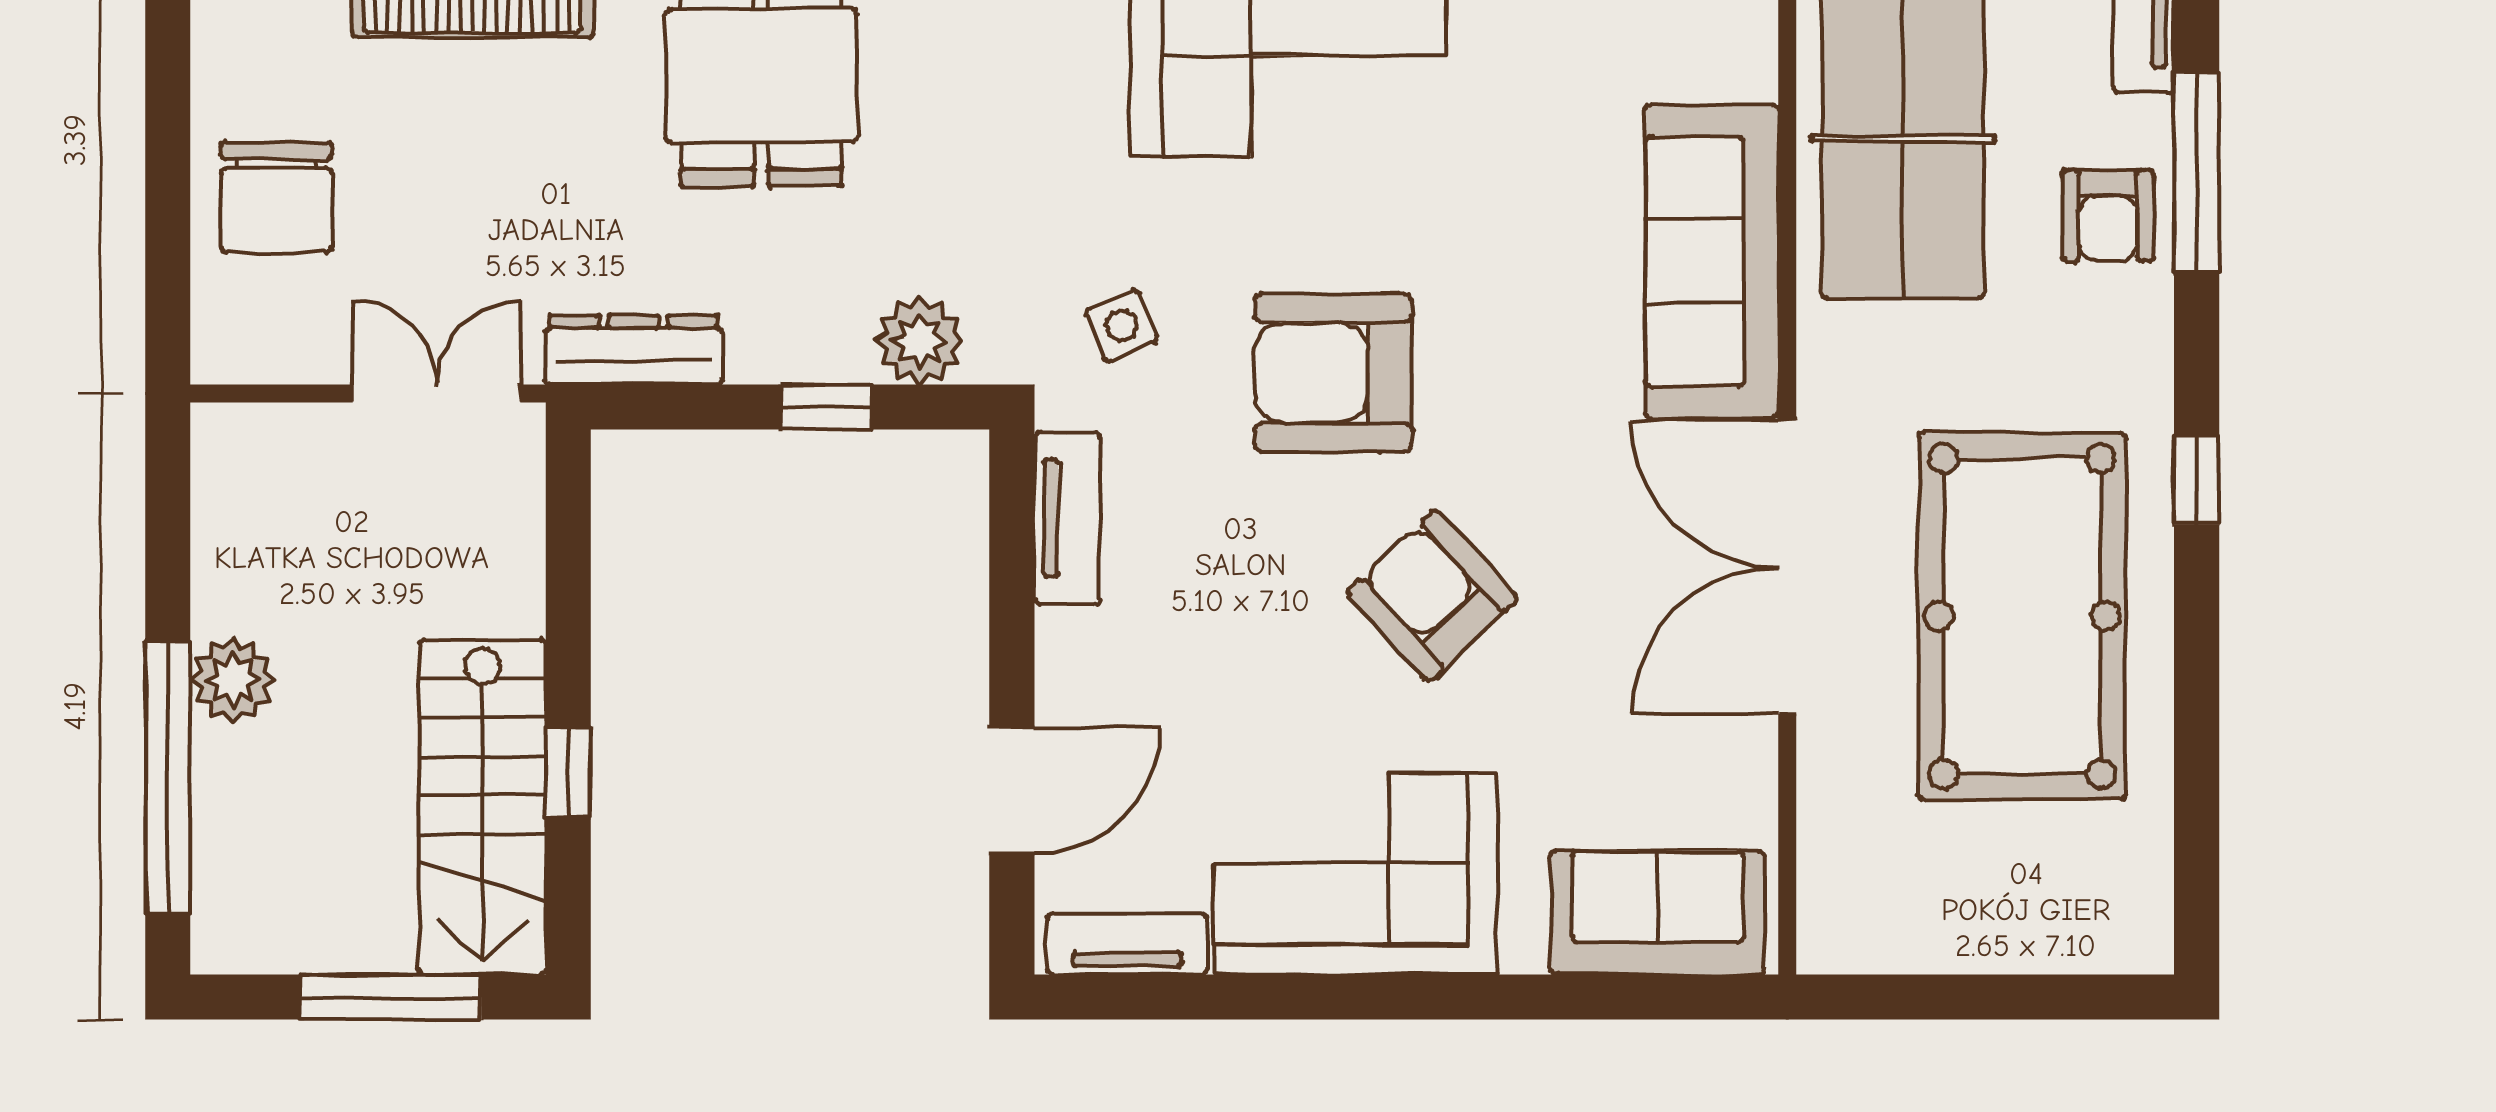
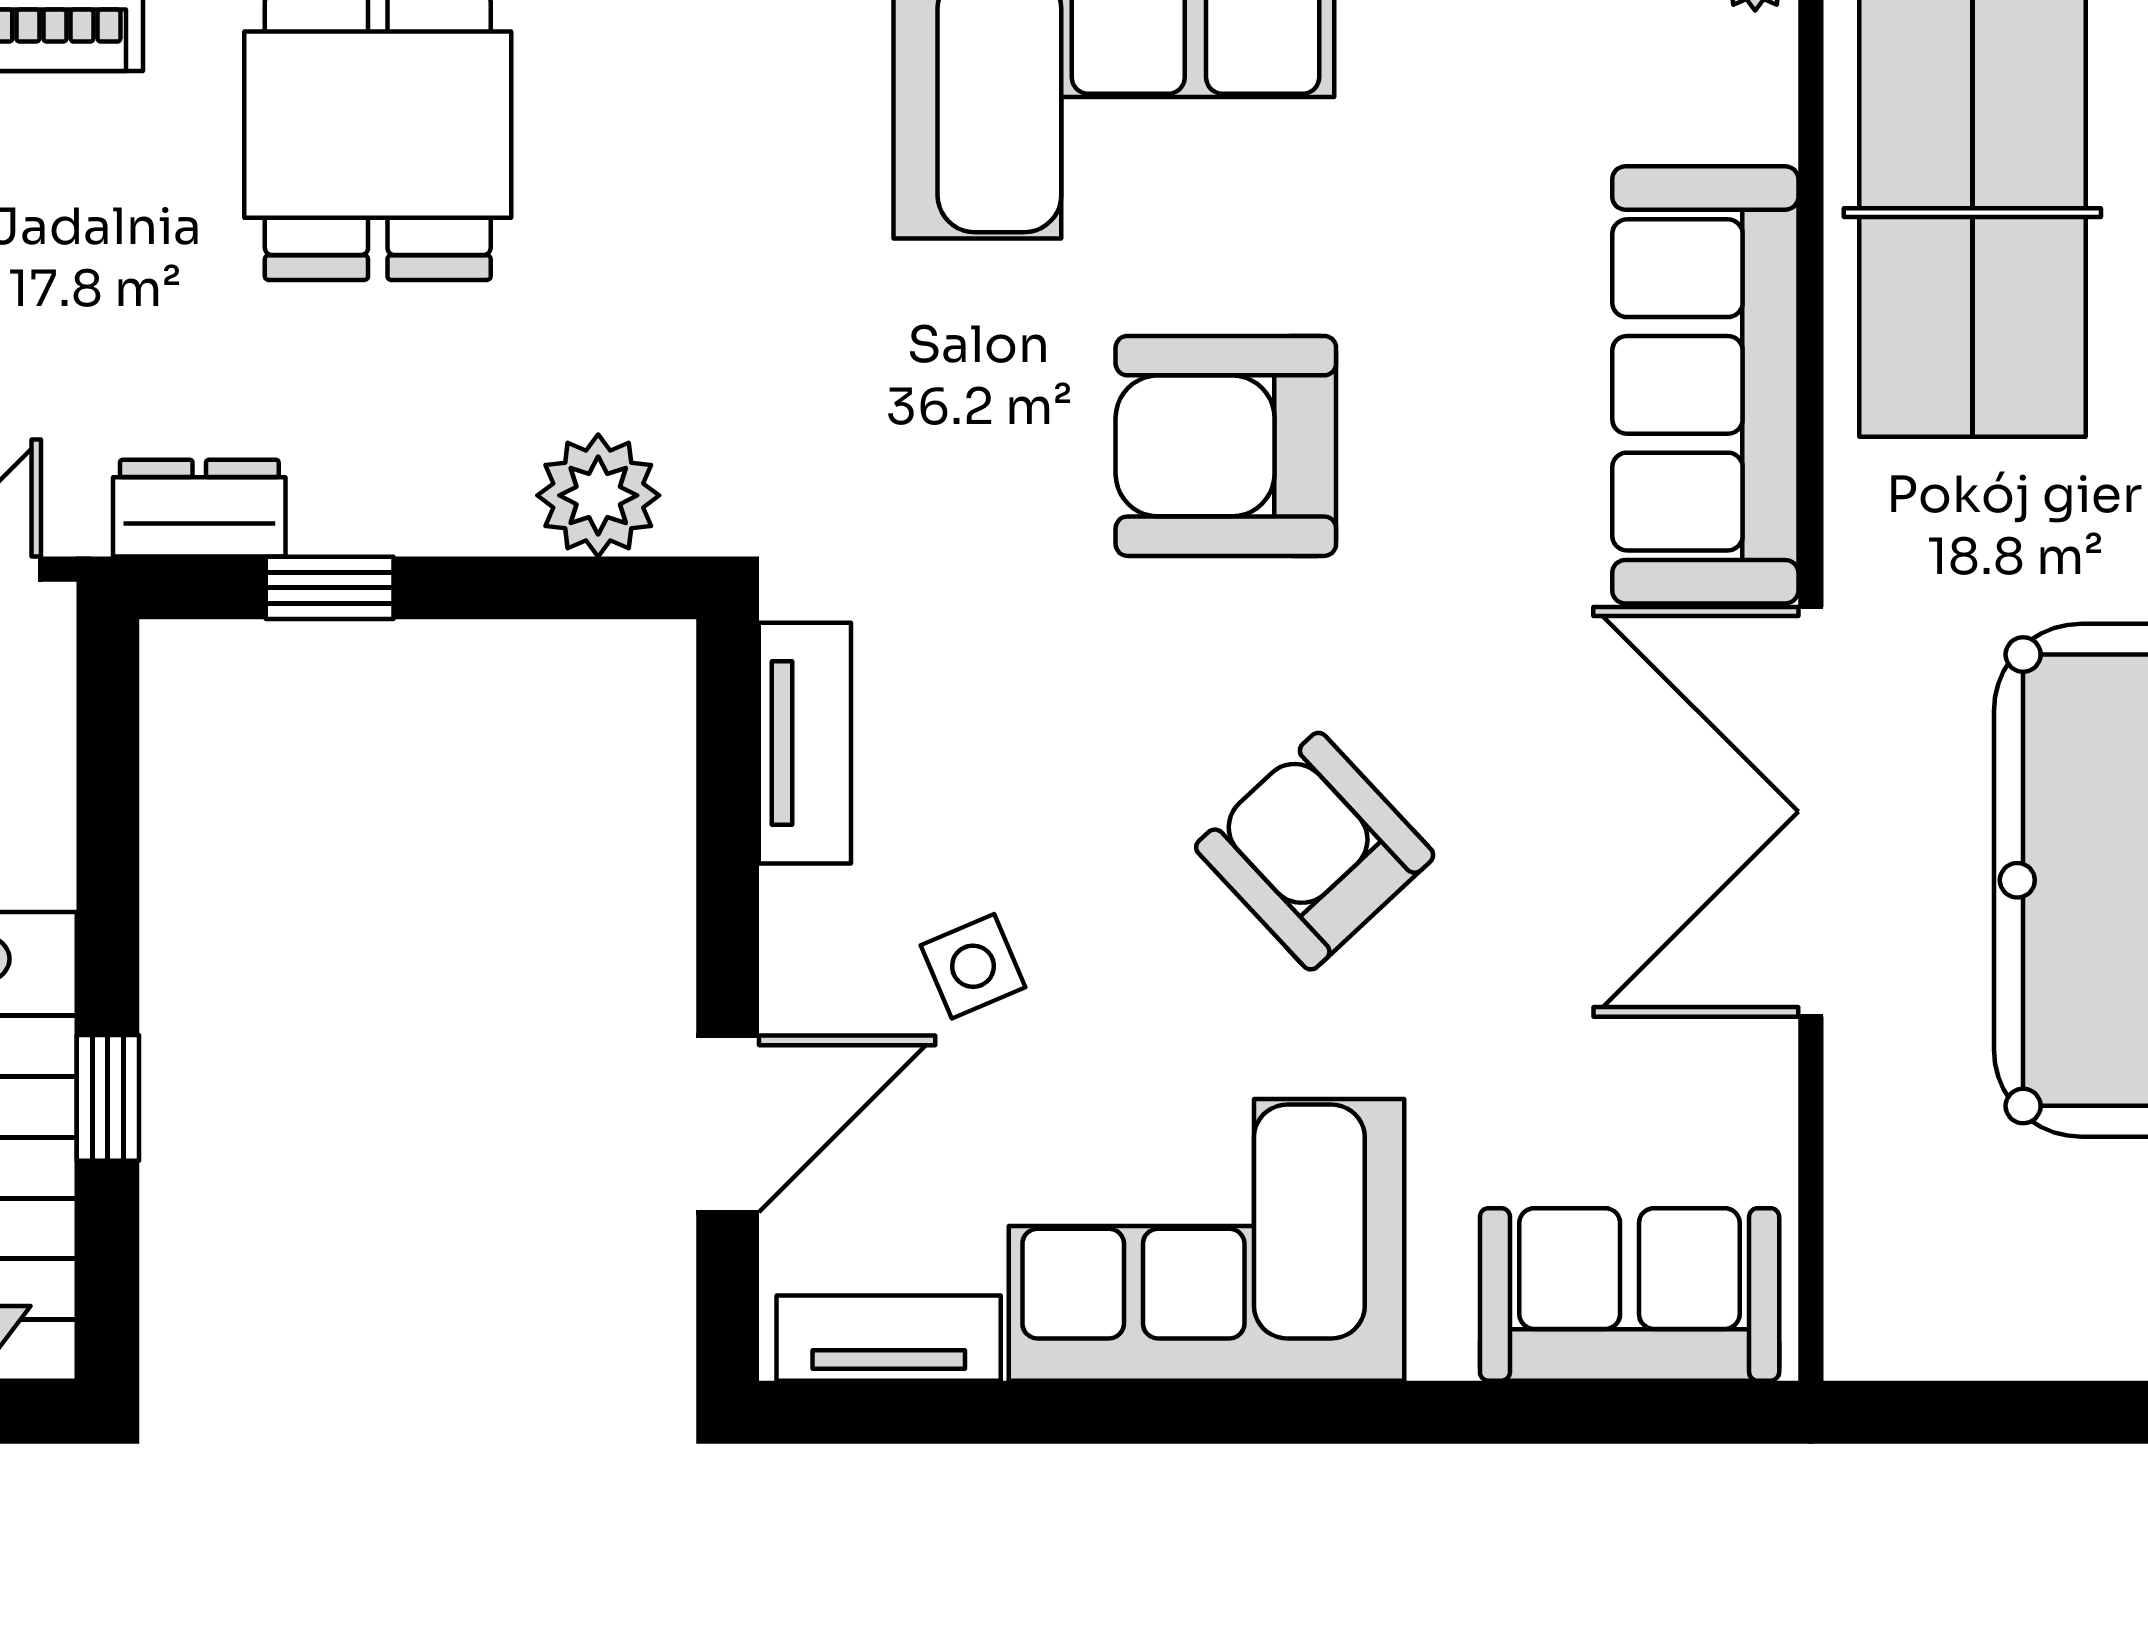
side table: (1122, 326) -> (973, 966), moved
dresser: (634, 350) -> (199, 508), width x0.70
armchair: (1333, 373) -> (1226, 446), moved
window: (826, 407) -> (330, 588), moved

